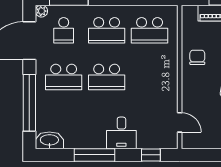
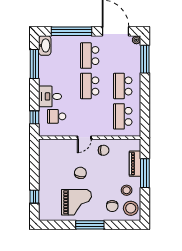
school desk: (64, 30) -> (57, 116), moved
door: (180, 122) -> (84, 138), moved
window: (94, 155) -> (34, 64), moved

